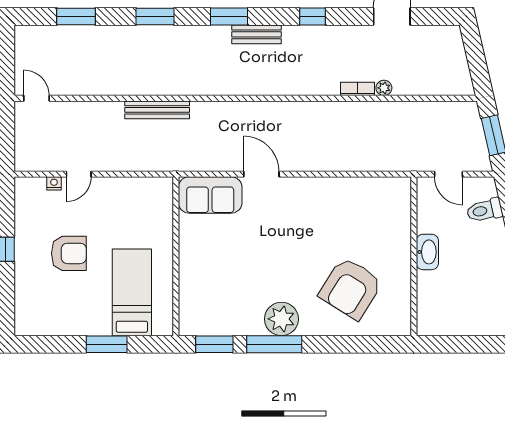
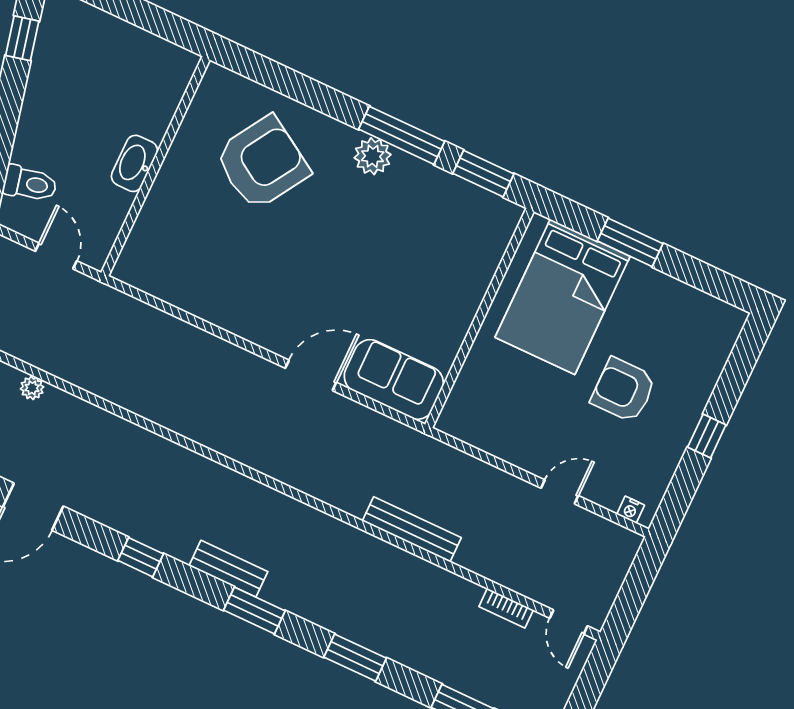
plant: (384, 88) -> (32, 388), moved
bookcase: (357, 89) -> (506, 608), moved
door: (261, 174) -> (311, 375), swing flipped
nightstand: (54, 183) -> (631, 510), moved
bed: (132, 292) -> (563, 297), width x1.50
plant: (281, 319) -> (373, 156), width x0.73, depth x0.73

